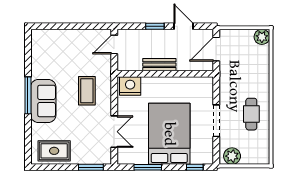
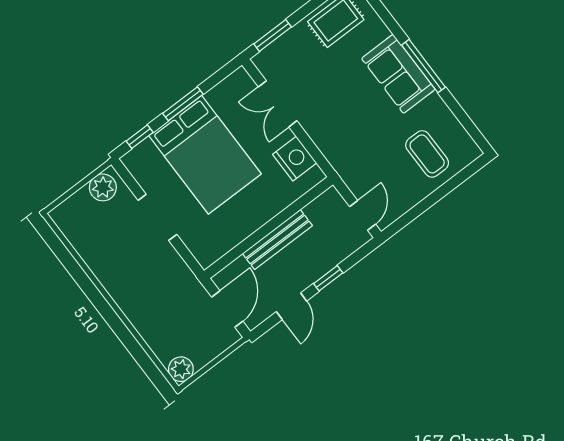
door: (184, 26) -> (291, 306), hinge flipped
bench: (159, 65) -> (277, 240), width x1.36
nightstand: (130, 86) -> (295, 159), moved, turned -90
coffee table: (87, 91) -> (427, 154), moved
cafe table: (251, 114) -> (119, 260), removed
window: (148, 167) -> (183, 104), moved

